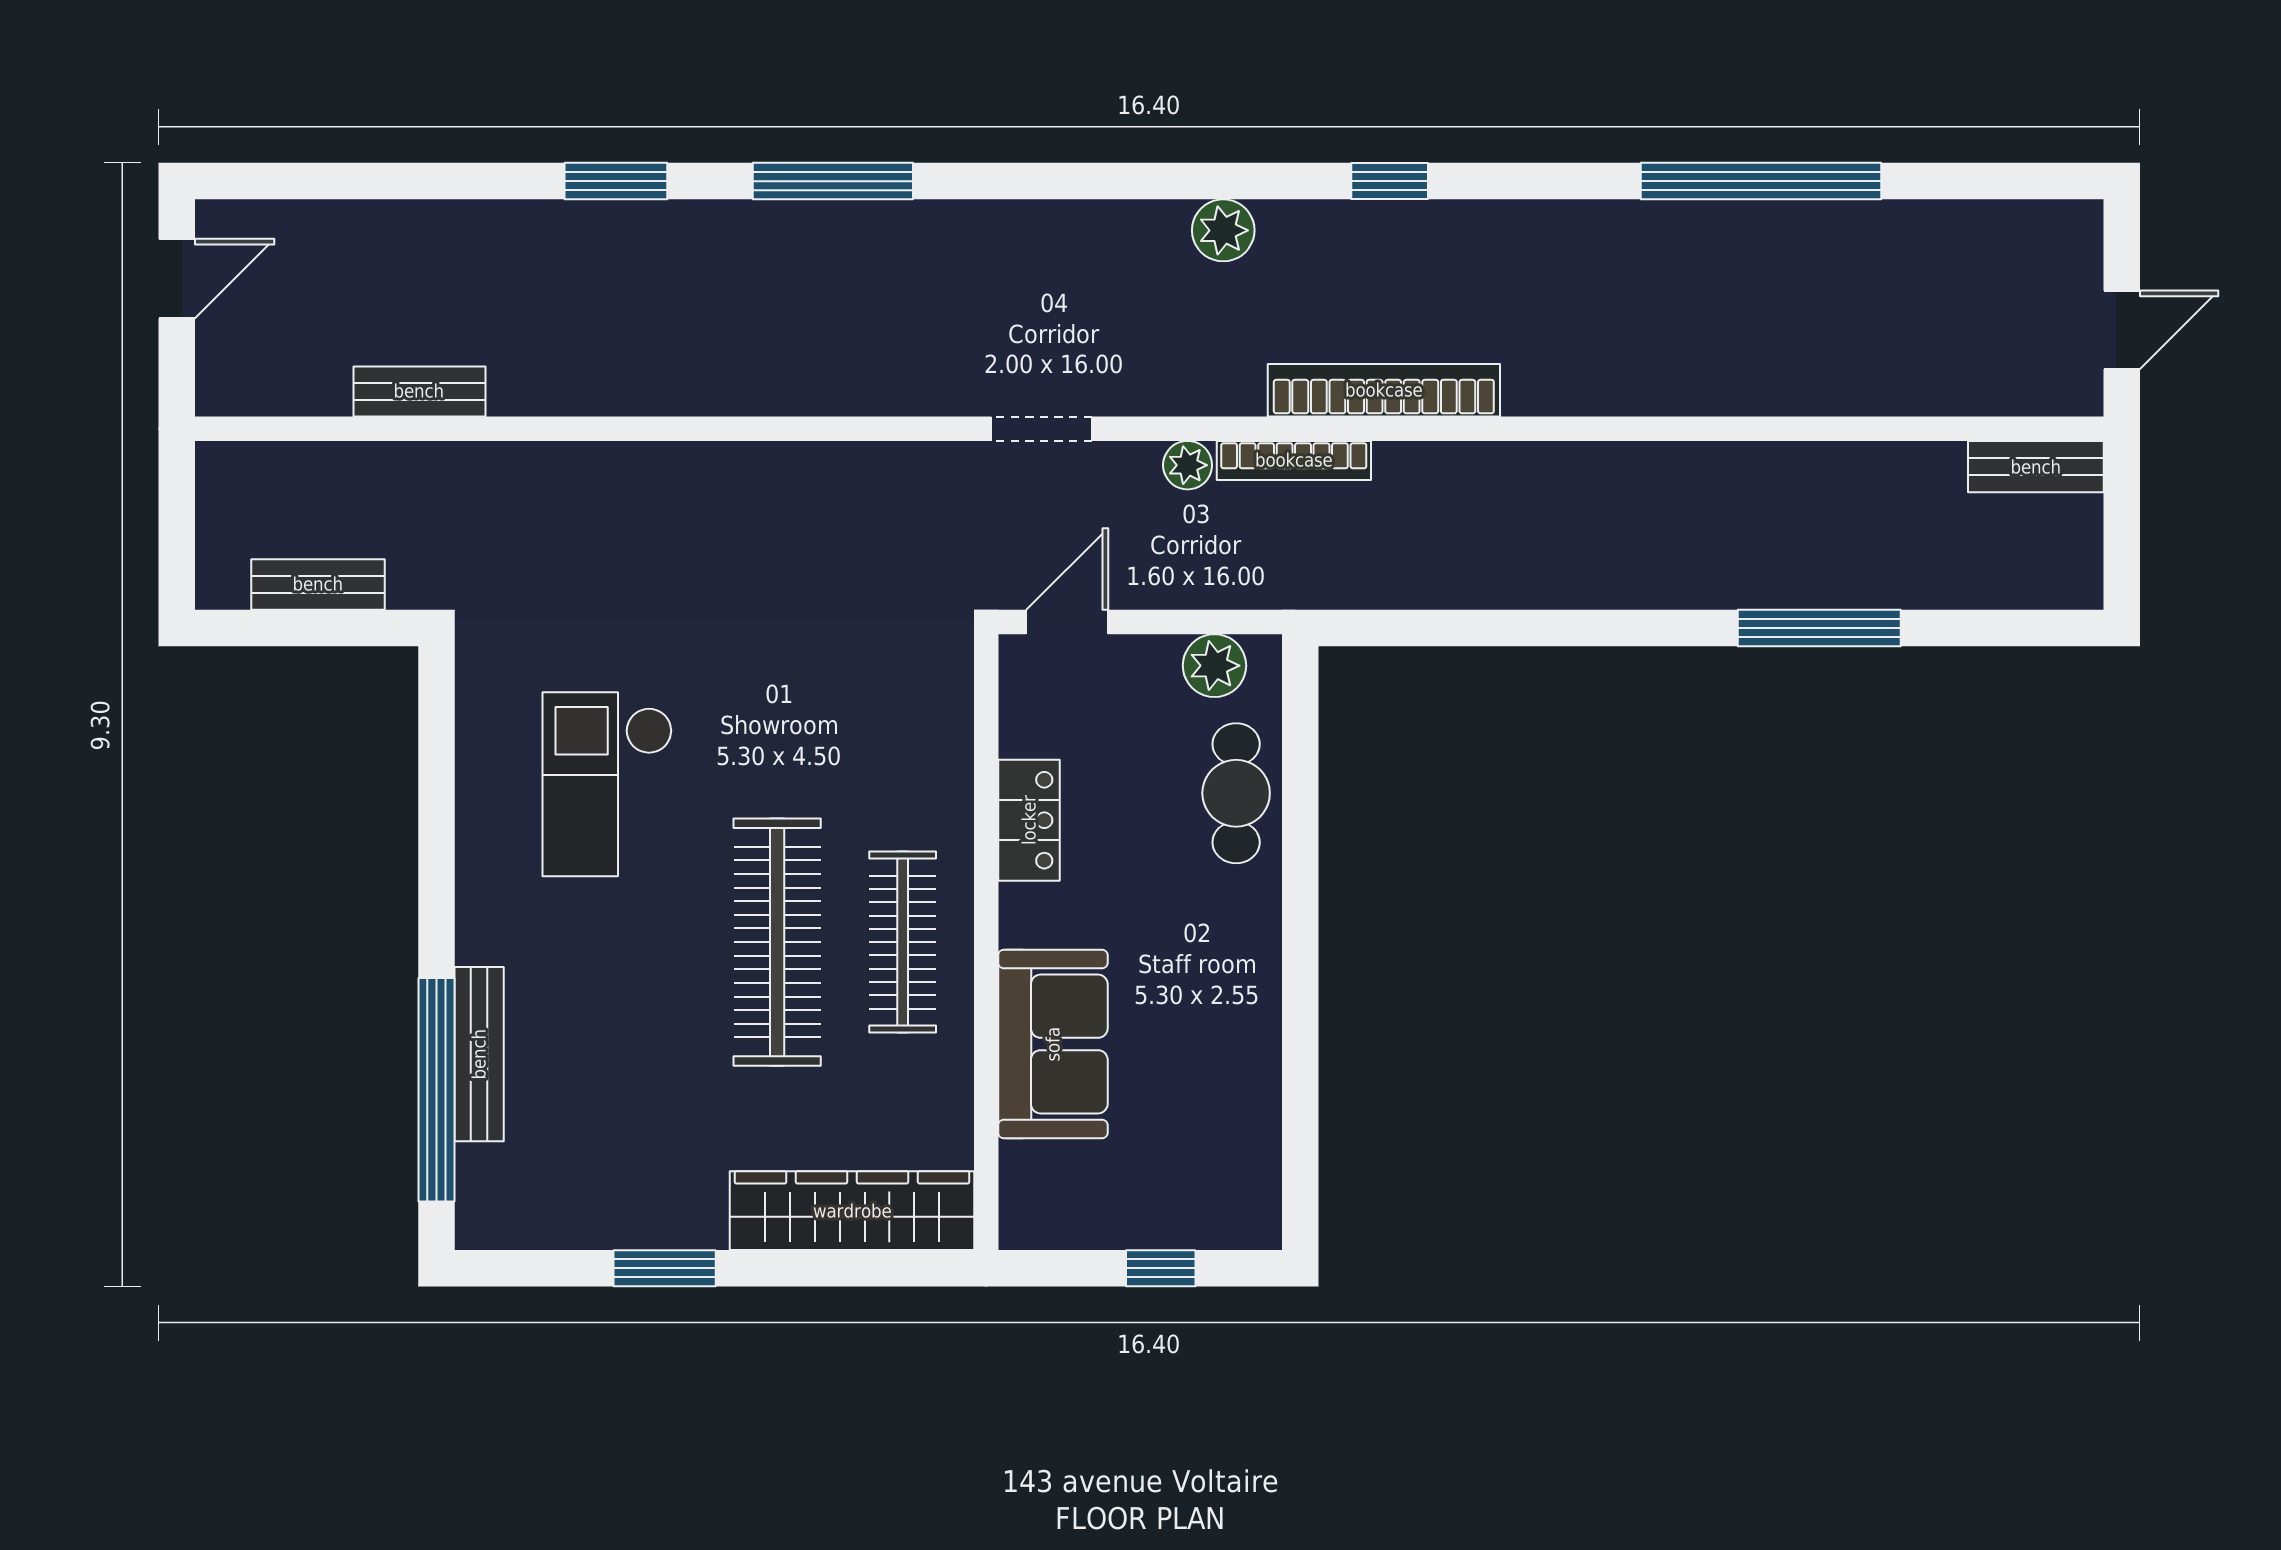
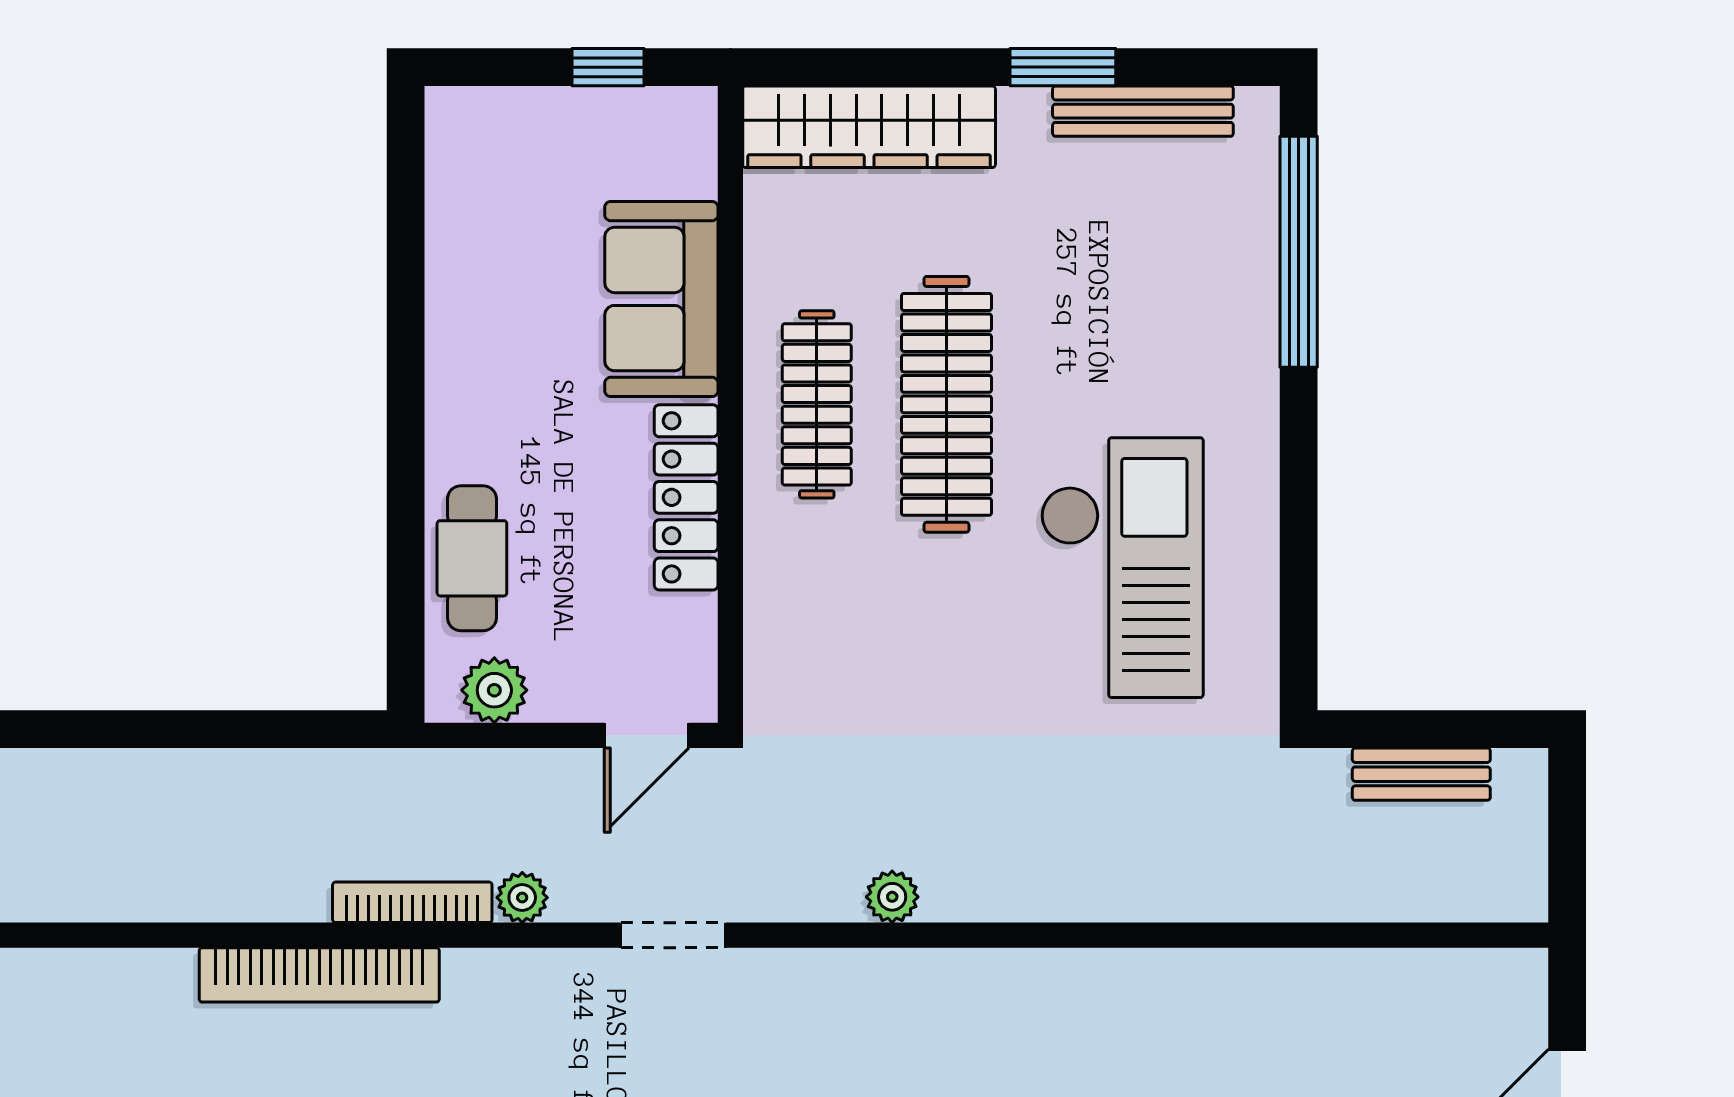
bench: (419, 391) -> (1316, 974), removed
plant: (830, 466) -> (892, 897), added
checkout: (608, 784) -> (1122, 568), width x1.36, depth x1.21
locker: (1029, 820) -> (686, 497), width x1.53
bench: (479, 1054) -> (1143, 111), moved, turned 90
window: (1161, 1268) -> (608, 67), moved

